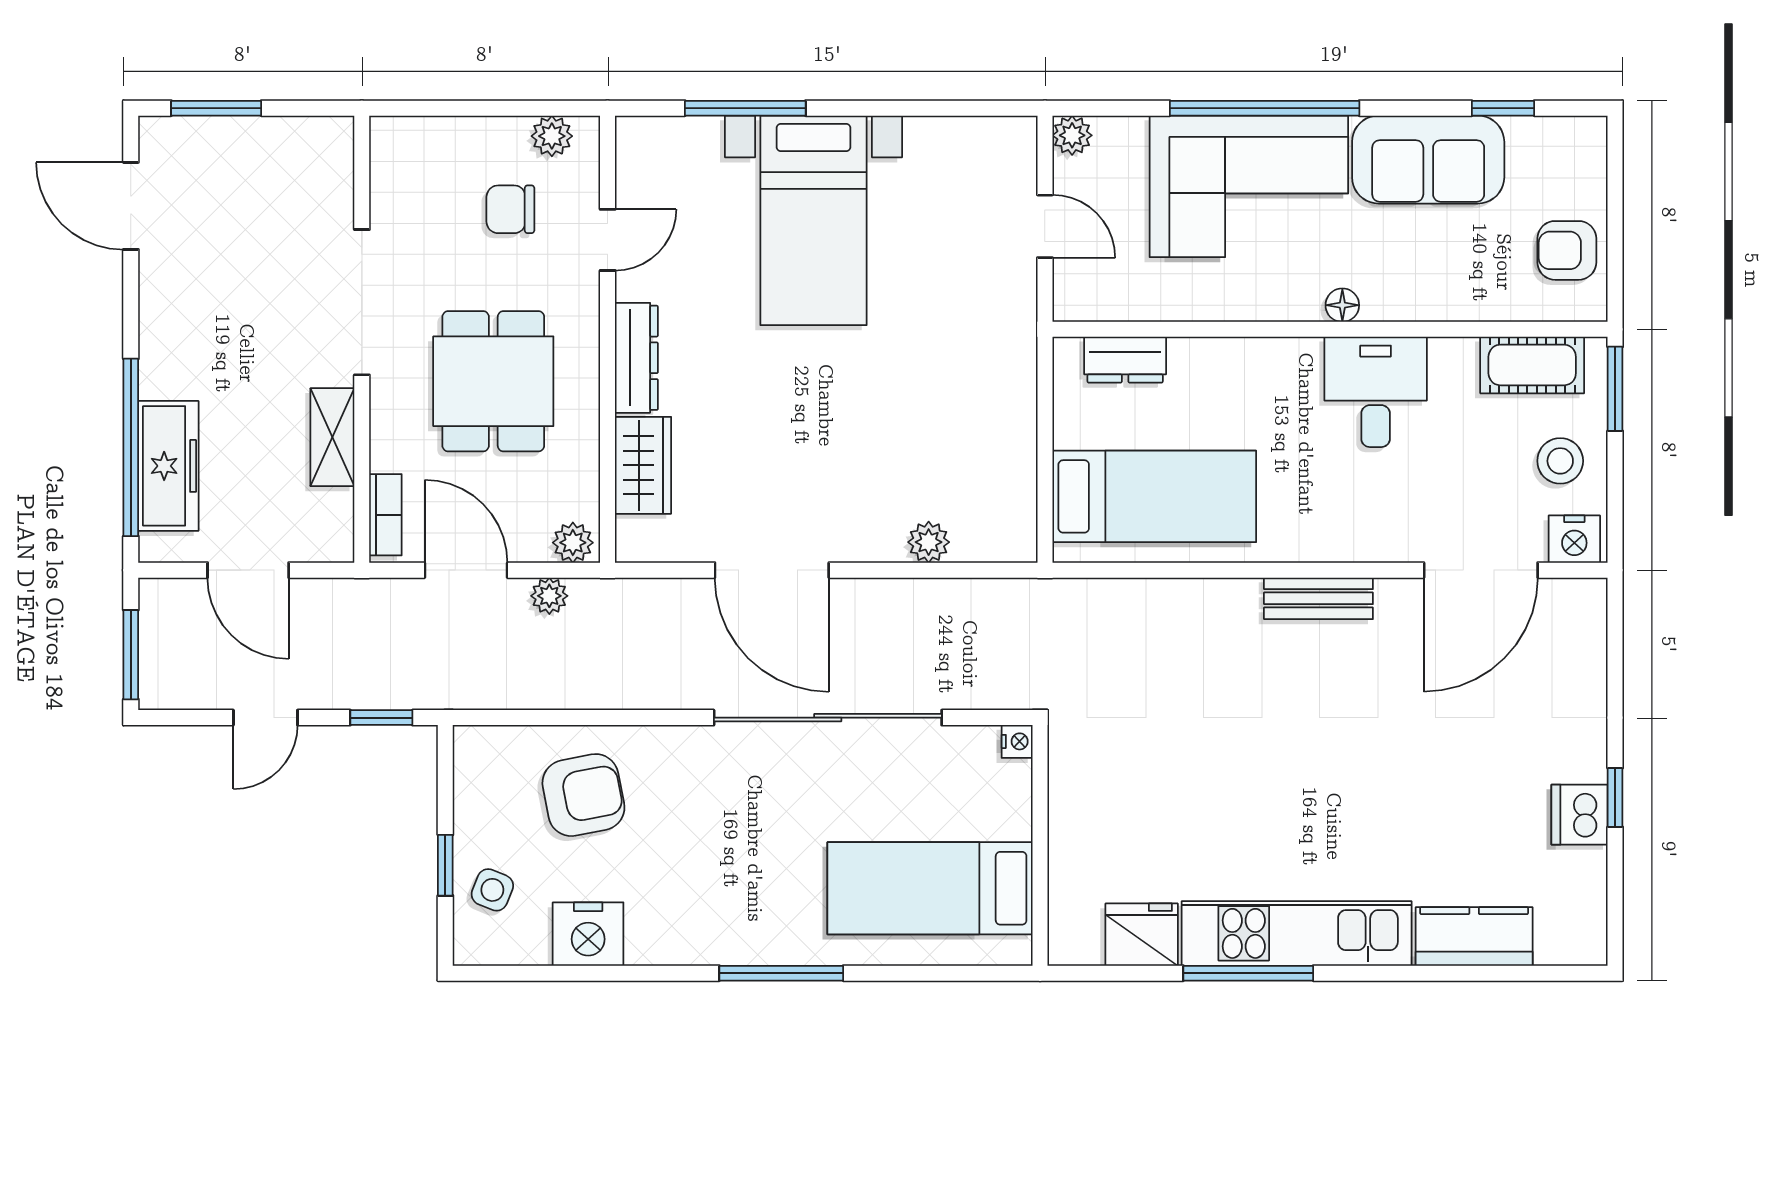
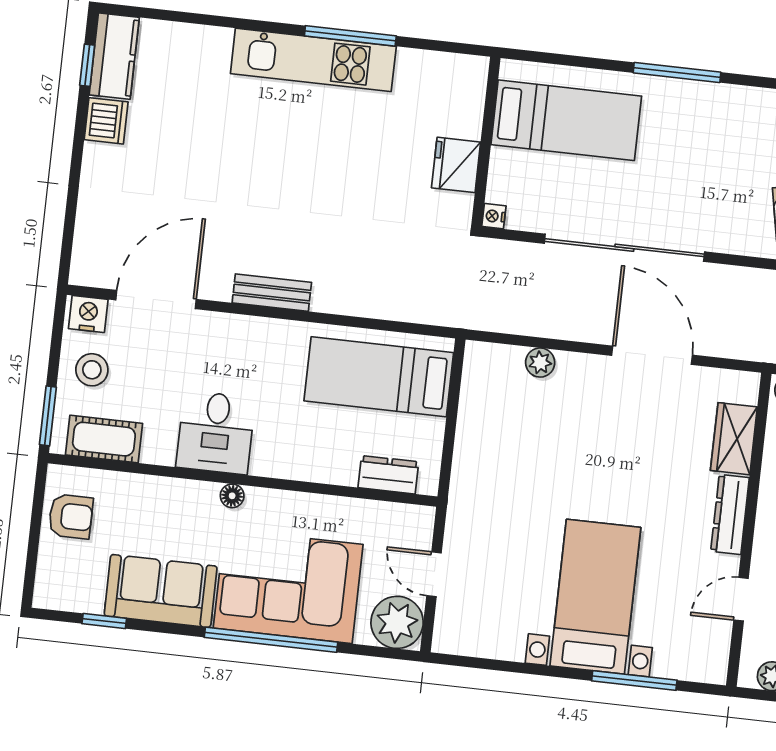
plant: (1072, 135) -> (397, 622), width x1.88, depth x1.88
window: (1615, 797) -> (87, 65), moved
fridge: (1142, 935) -> (456, 165), moved, turned 90
kitchen counter: (1474, 936) -> (114, 56), moved, turned -90

